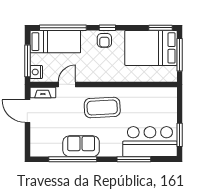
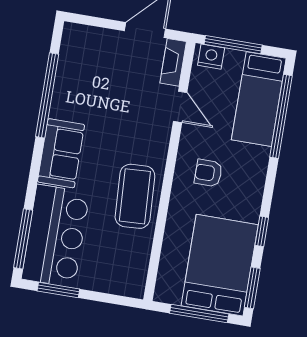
window: (107, 28) -> (262, 231), moved
armchair: (104, 40) -> (208, 173), moved
coffee table: (102, 108) -> (135, 196), moved
sofa: (81, 146) -> (61, 153), moved
window: (134, 159) -> (23, 239), moved

